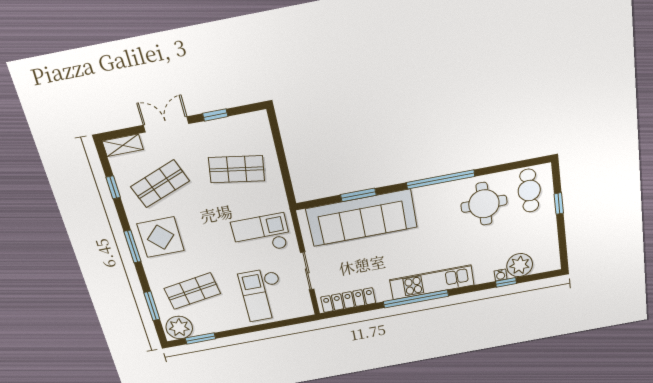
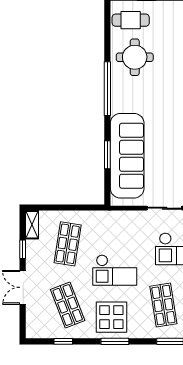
shelving: (123, 145) -> (32, 225), moved
checkout: (261, 234) -> (115, 270), moved, turned -90

